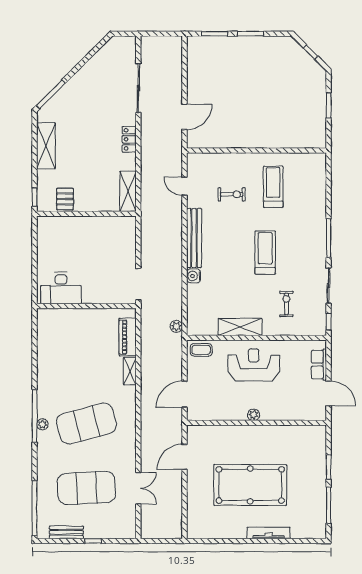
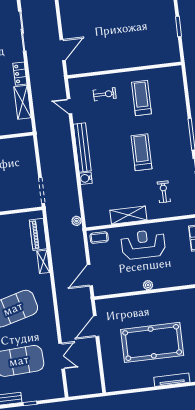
shelving: (128, 191) -> (22, 102), moved
exercise bike: (232, 194) -> (105, 94), moved

